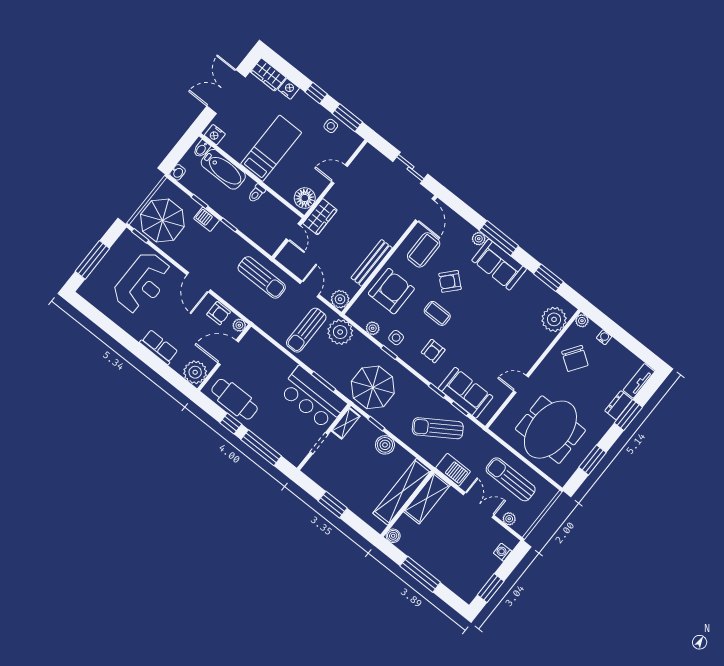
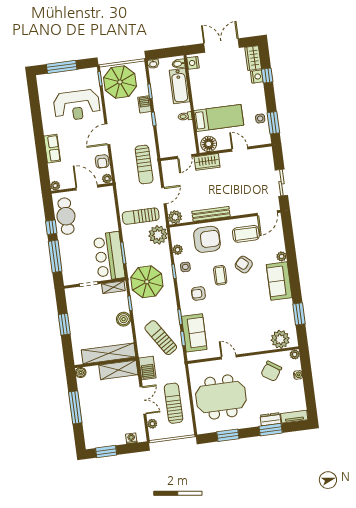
window: (316, 93) -> (267, 75), moved
bed: (271, 148) -> (219, 118), moved
window: (499, 238) -> (293, 267), removed
plant: (195, 372) -> (55, 186), width x0.53, depth x0.53

